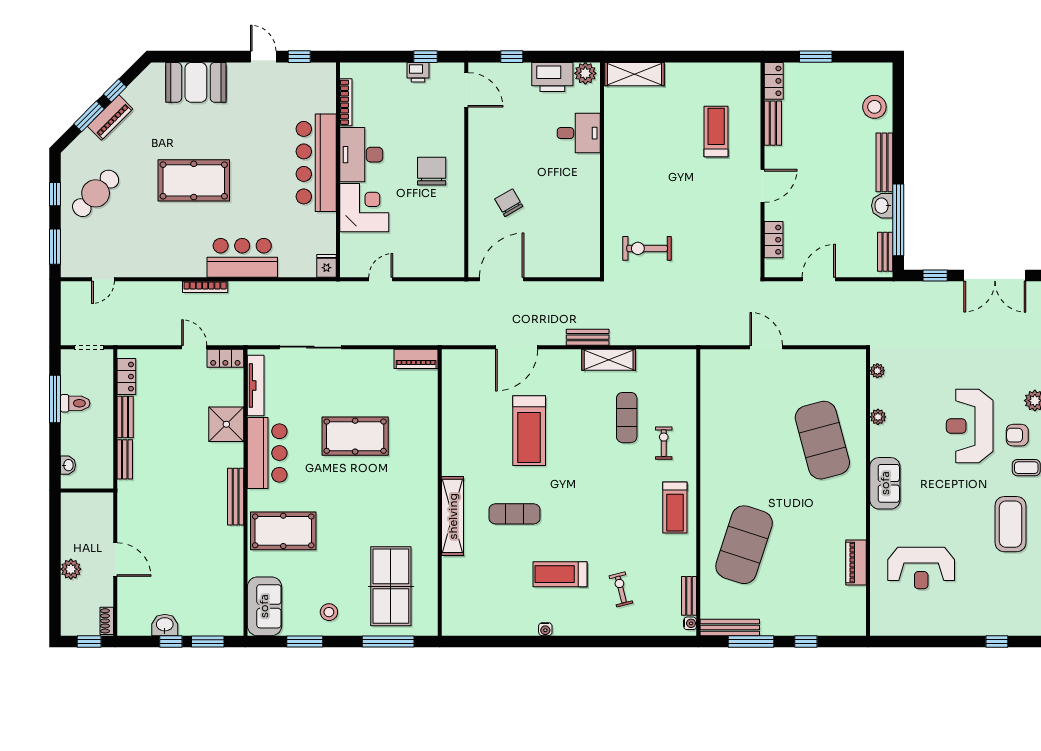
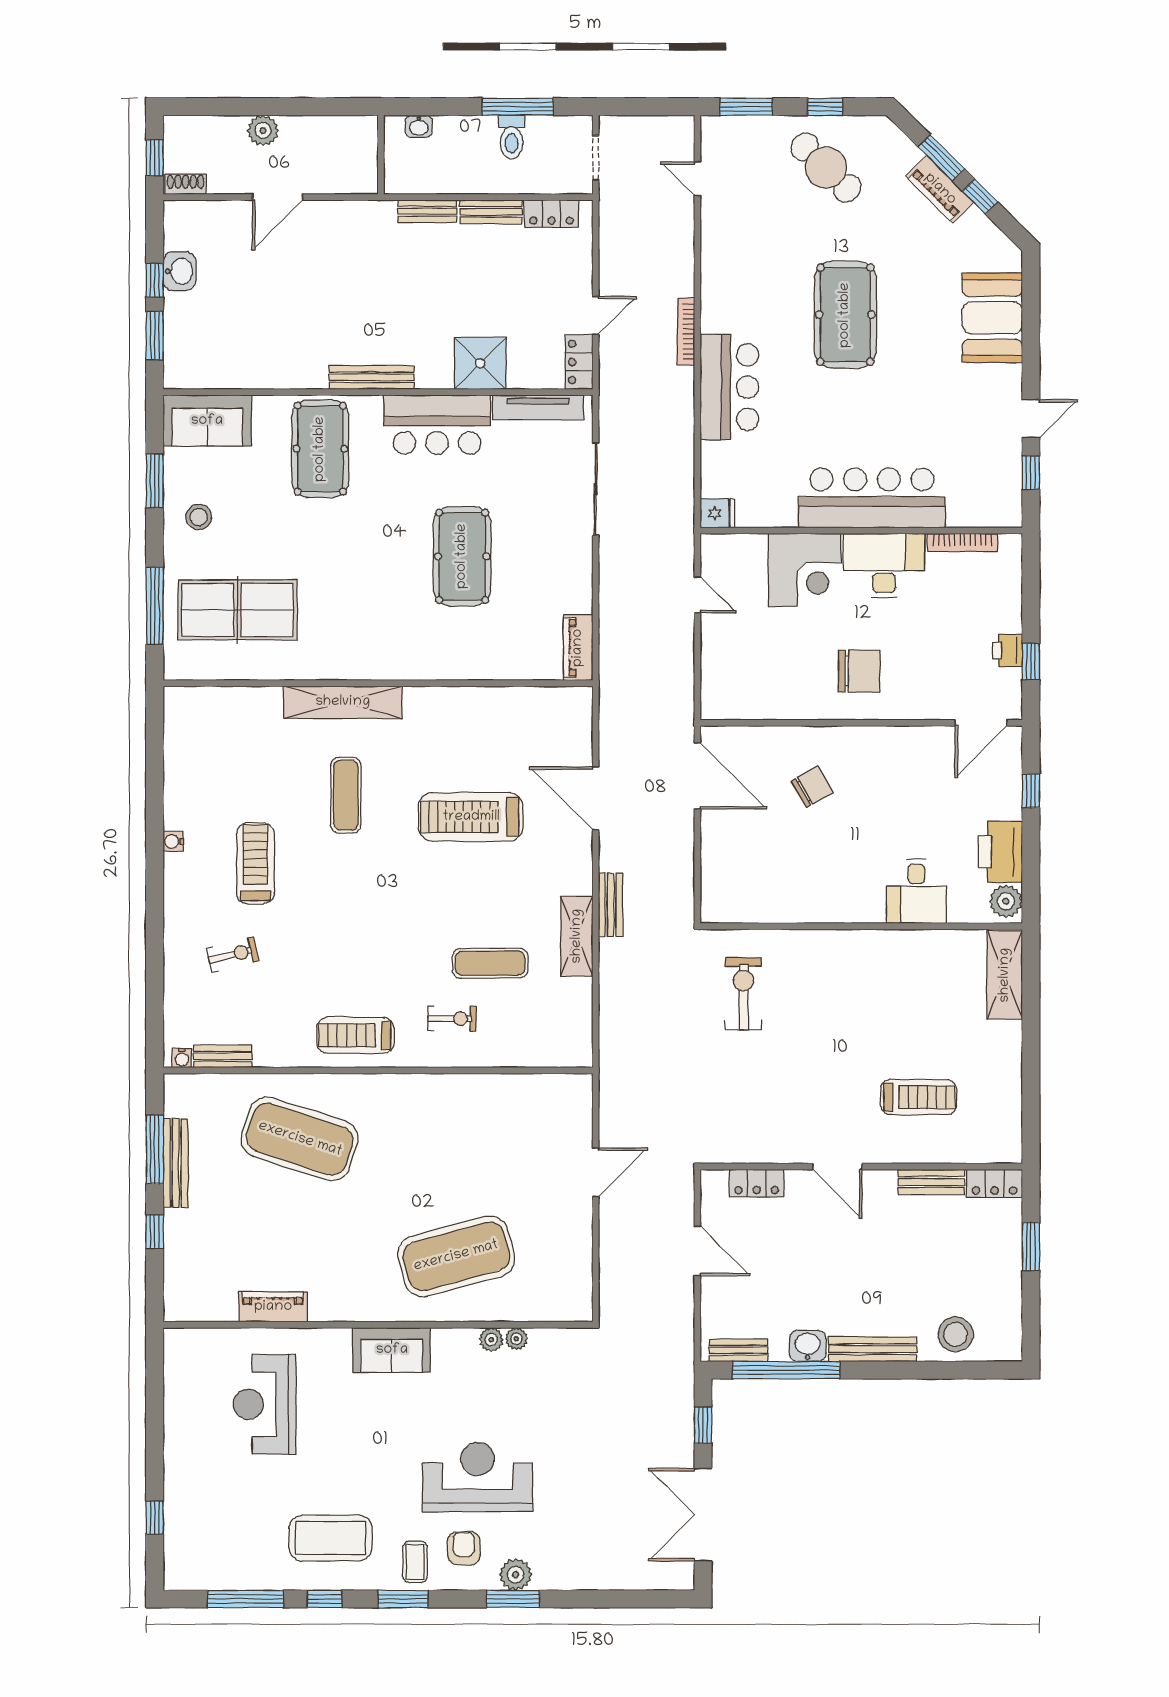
plant: (877, 371) -> (516, 1339), moved
bench: (730, 628) -> (176, 1163), moved

